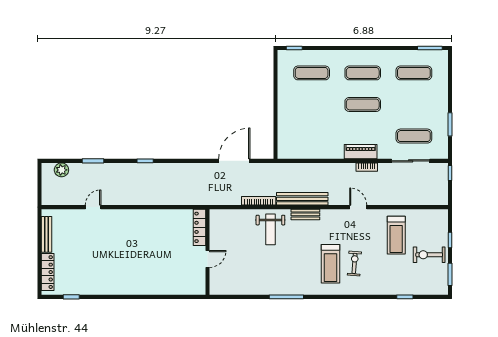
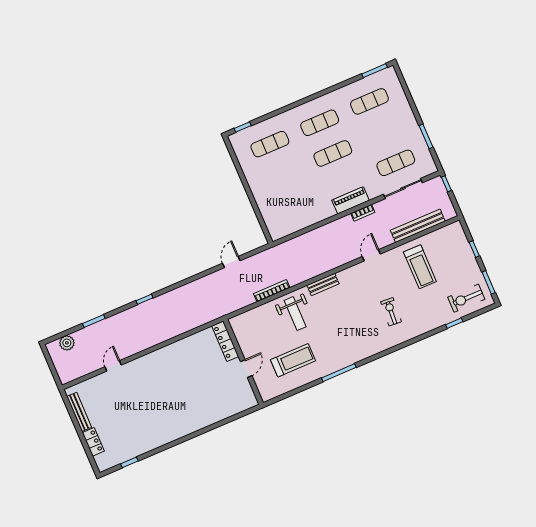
door: (234, 161) -> (231, 262), width x0.53
bench: (302, 199) -> (418, 226), moved
door: (358, 207) -> (371, 255), hinge flipped
exercise bike: (429, 255) -> (466, 298), moved
treadmill: (331, 264) -> (293, 360), moved, turned -90
locker: (48, 272) -> (93, 442), width x0.66

